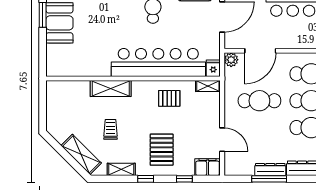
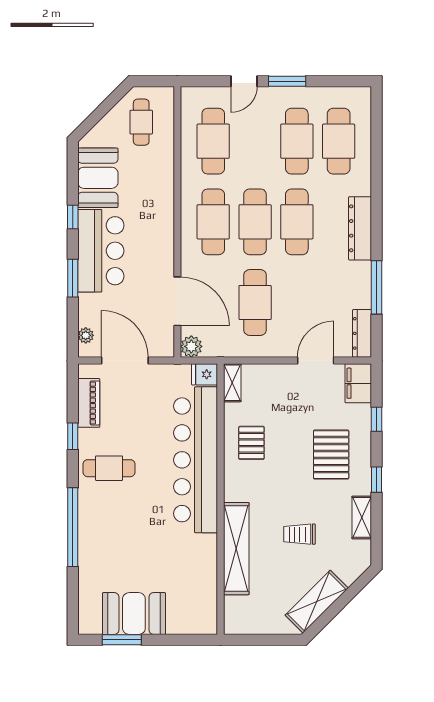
shelving: (111, 89) -> (236, 549), width x1.47
pallet: (162, 150) -> (331, 455), turned 90
shelving: (81, 154) -> (317, 602), moved
dresser: (270, 170) -> (362, 333), moved

